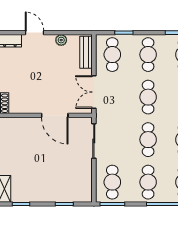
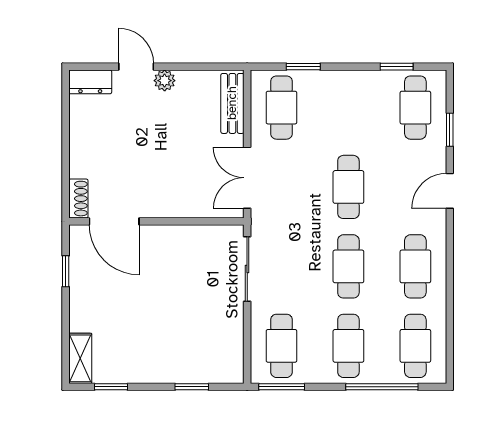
plant: (61, 40) -> (165, 81), moved
cafe table: (148, 55) -> (348, 108), removed
door: (55, 115) -> (114, 221), moved

